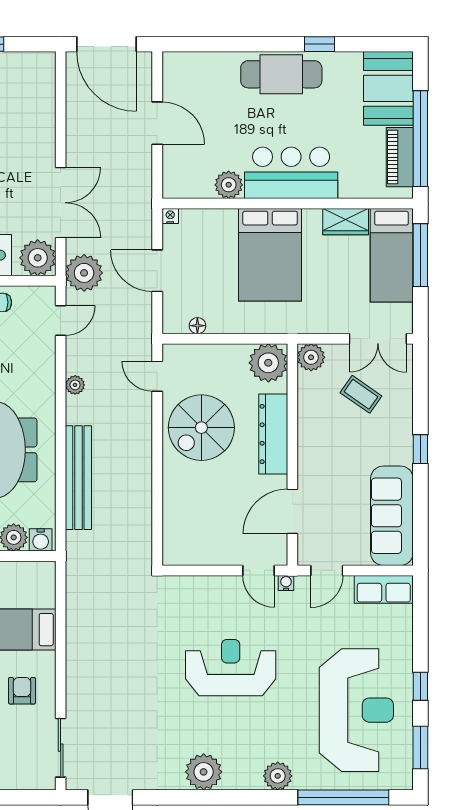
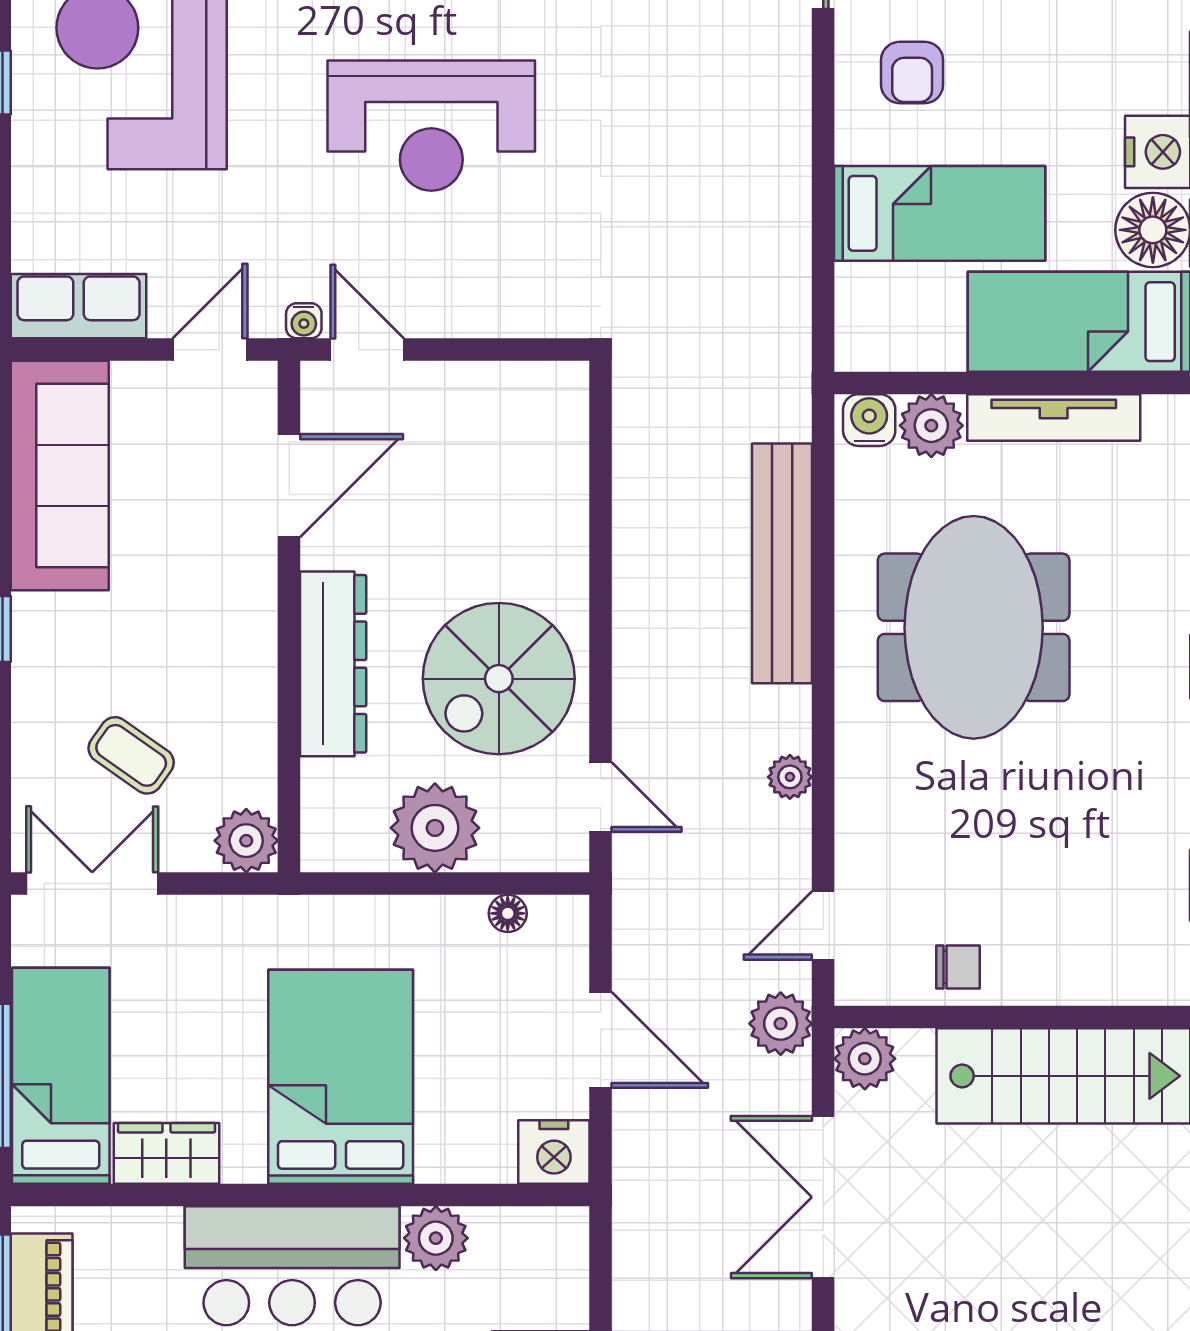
nightstand: (170, 216) -> (554, 1152), width x1.89, depth x1.79
plant: (38, 258) -> (865, 1059), width x0.73, depth x0.73
plant: (84, 273) -> (781, 1024), width x0.73, depth x0.73
plant: (268, 363) -> (435, 828), moved
spiral stairs: (201, 428) -> (499, 679), turned 180

